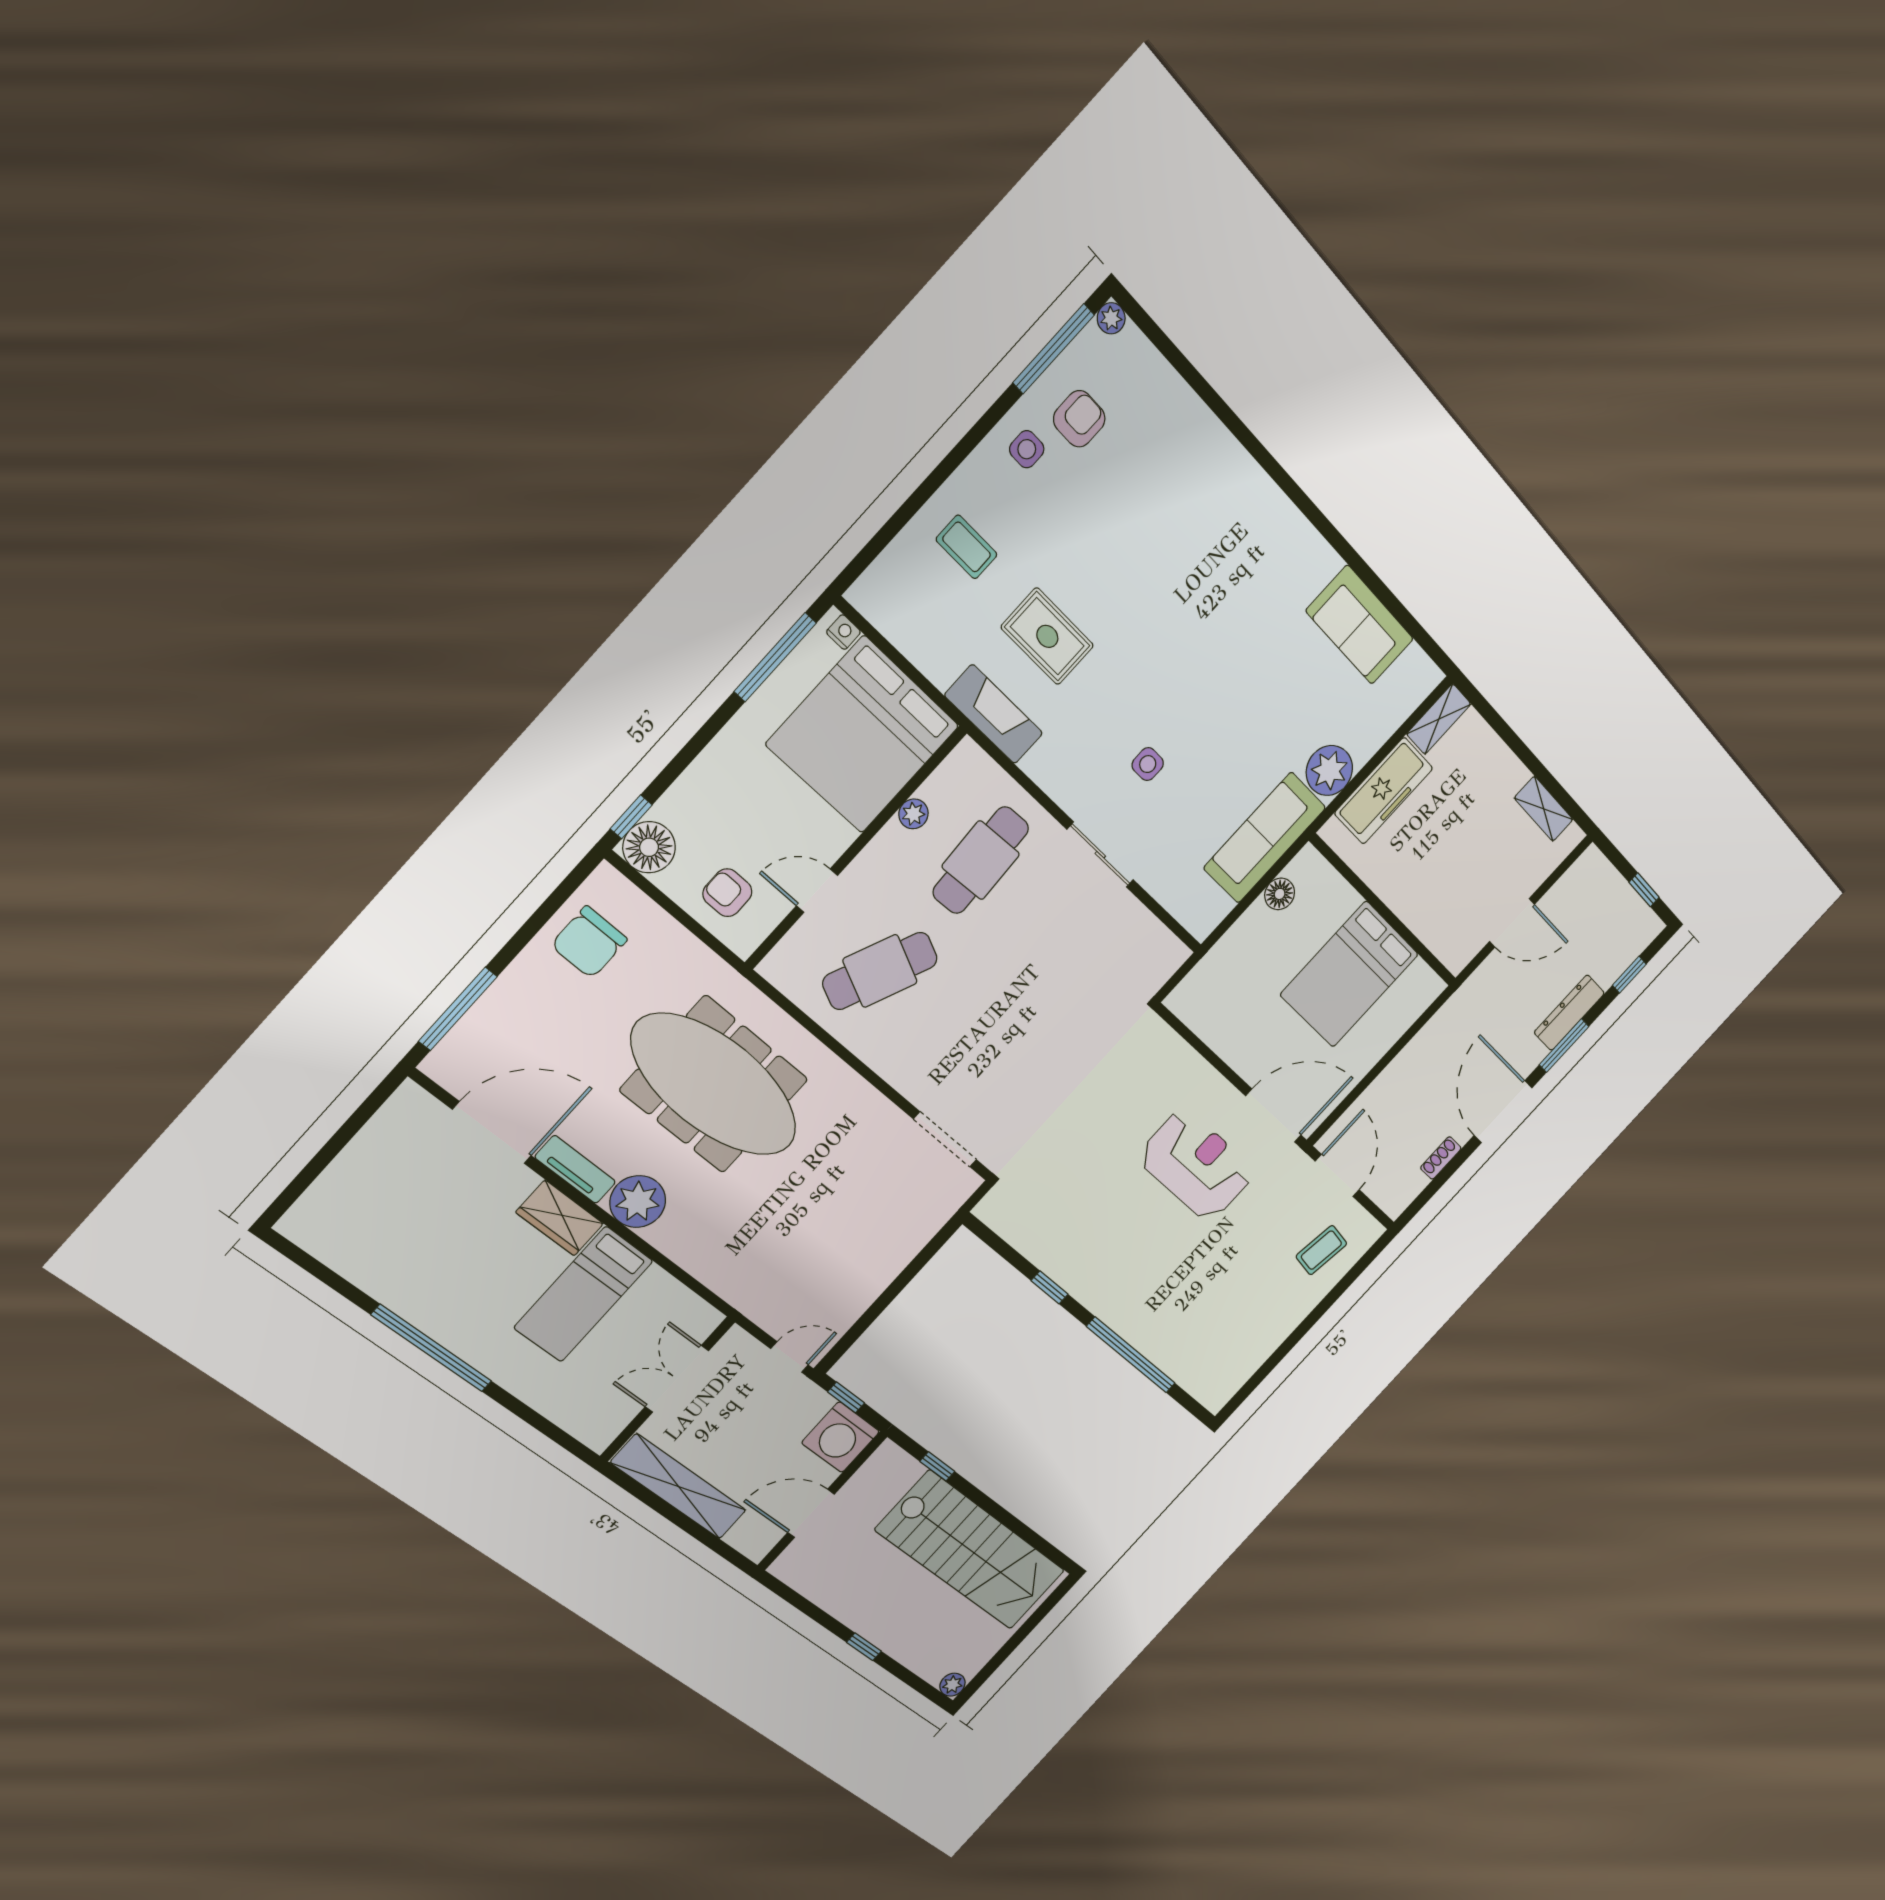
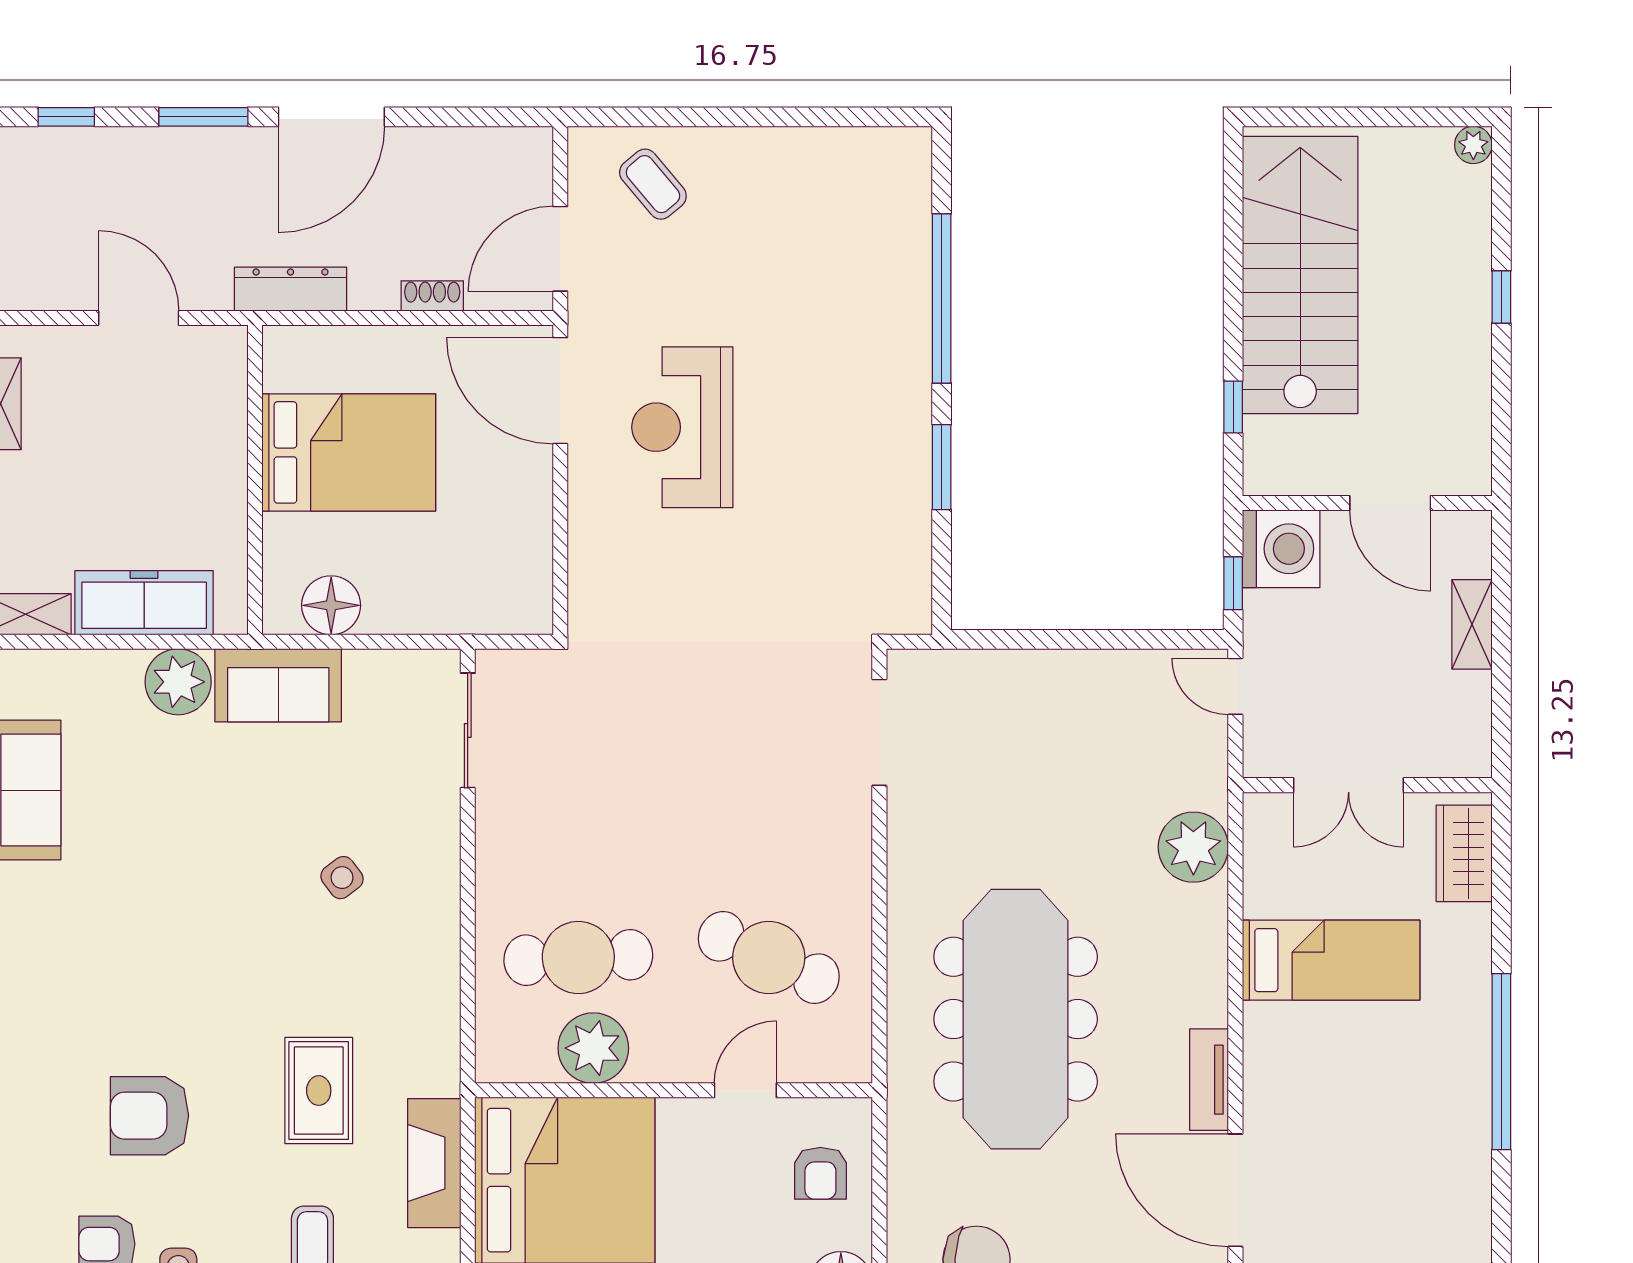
armchair: (1126, 521) -> (150, 1116), added
fireplace: (994, 714) -> (434, 1163), moved
side table: (1148, 764) -> (342, 878), turned -37
plant: (913, 814) -> (593, 1048), width x1.88, depth x1.88
sofa: (1265, 838) -> (278, 685), width x0.73
sliding door: (1100, 855) -> (468, 730), moved
door: (817, 891) -> (745, 1090), swing flipped
floor lamp: (1280, 894) -> (331, 605), width x1.38, depth x1.38
dresser: (1569, 1013) -> (291, 289), moved, turned 180
shoe rack: (1441, 1158) -> (432, 296), moved, turned 180
plant: (638, 1202) -> (1193, 847), moved
wardrobe: (560, 1218) -> (1464, 853), moved, turned 180
coffee table: (1321, 1250) -> (653, 184), turned 42
window: (1050, 1287) -> (942, 467), width x1.50
shelving: (679, 1487) -> (1472, 624), width x0.45, depth x0.75

